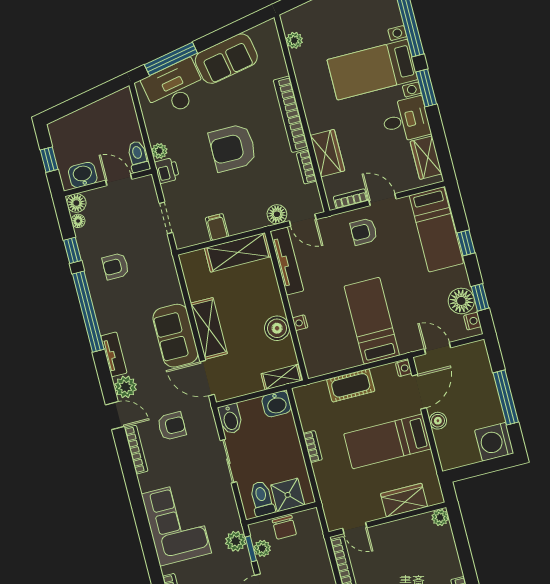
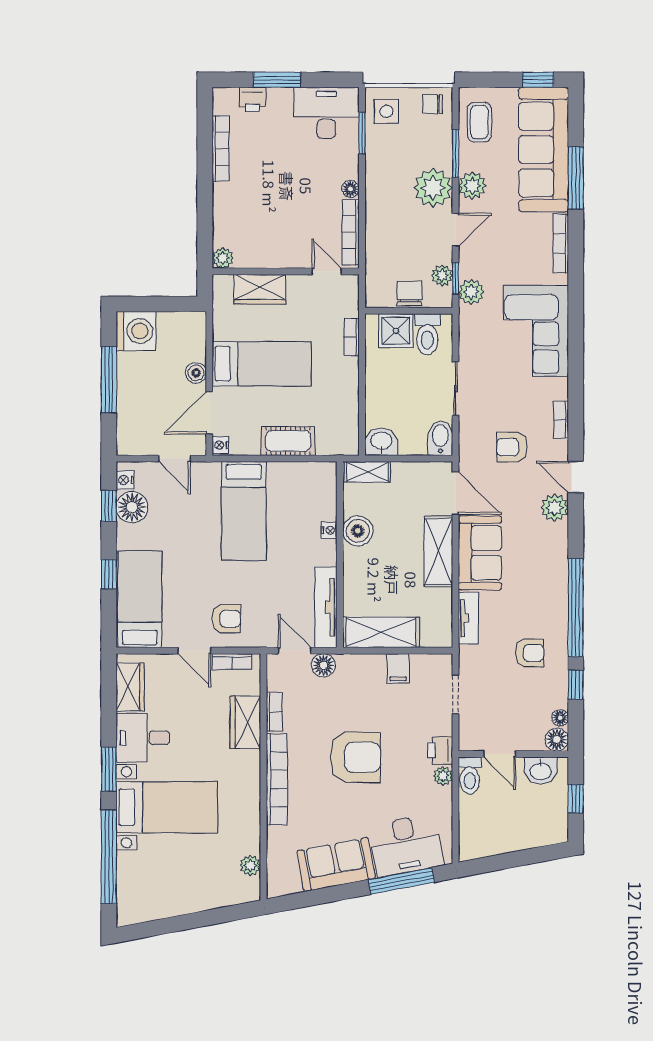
tv unit: (114, 354) -> (468, 618), moved, turned 180
bookcase: (313, 447) -> (352, 337), moved
bookcase: (136, 450) -> (561, 420), width x0.64

